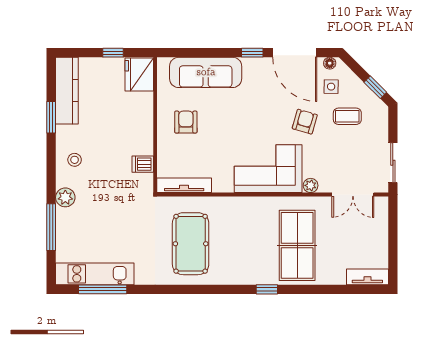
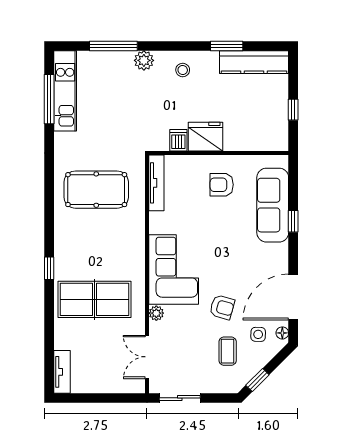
window: (252, 53) -> (293, 221), moved
fridge: (139, 74) -> (206, 137), moved
armchair: (186, 122) -> (222, 185), turned 180

